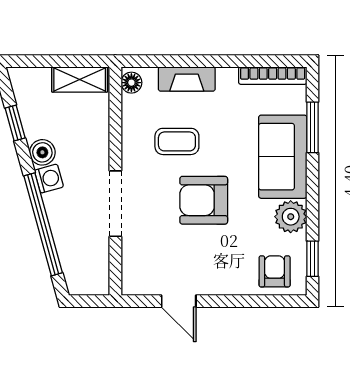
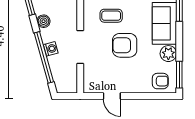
washing machine: (49, 179) -> (51, 49), moved
window: (312, 259) -> (179, 75), width x1.50
armchair: (275, 271) -> (160, 81), turned 90

